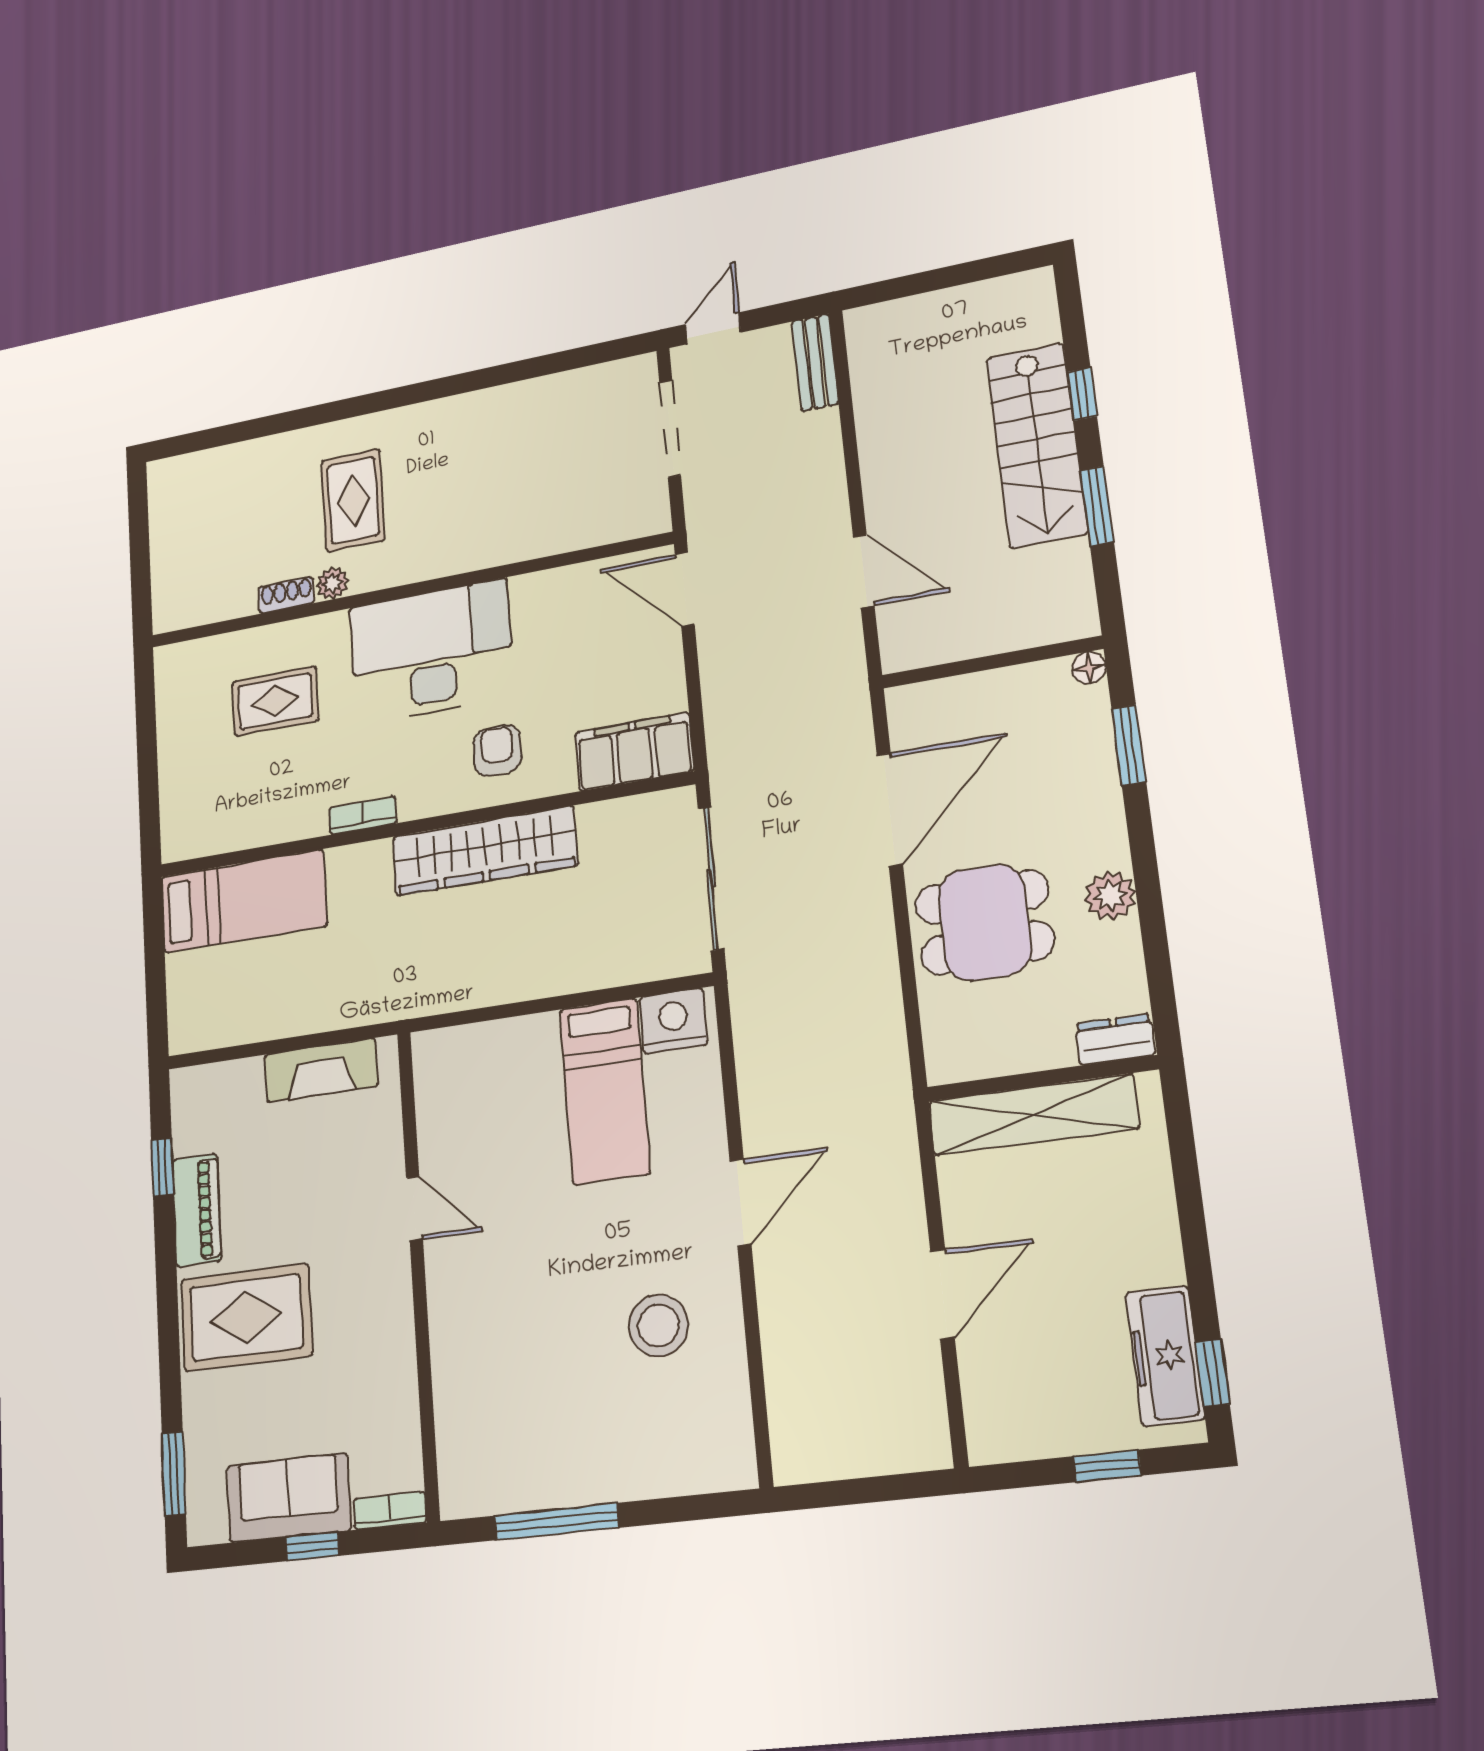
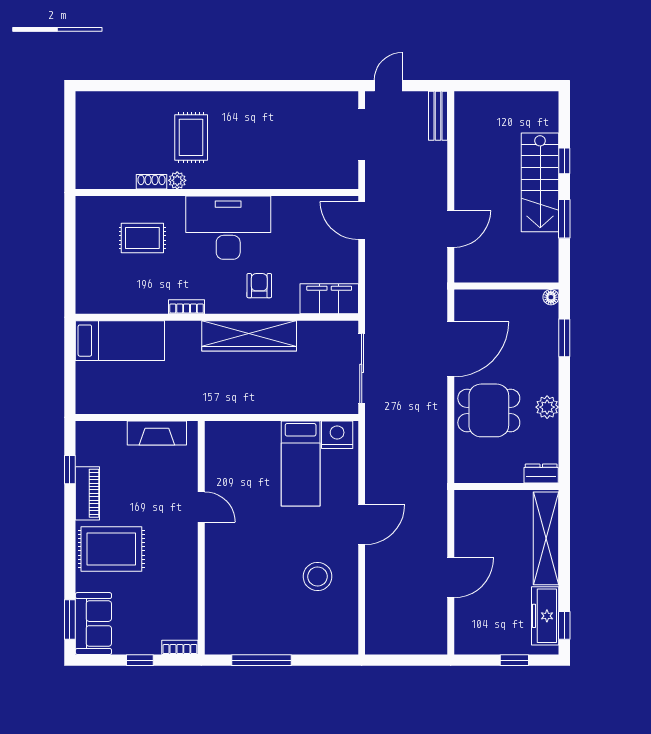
door: (864, 571) -> (451, 229), hinge flipped
shelving: (1033, 1115) -> (546, 538), moved, turned 90
sofa: (289, 1498) -> (93, 624), moved, turned 90

